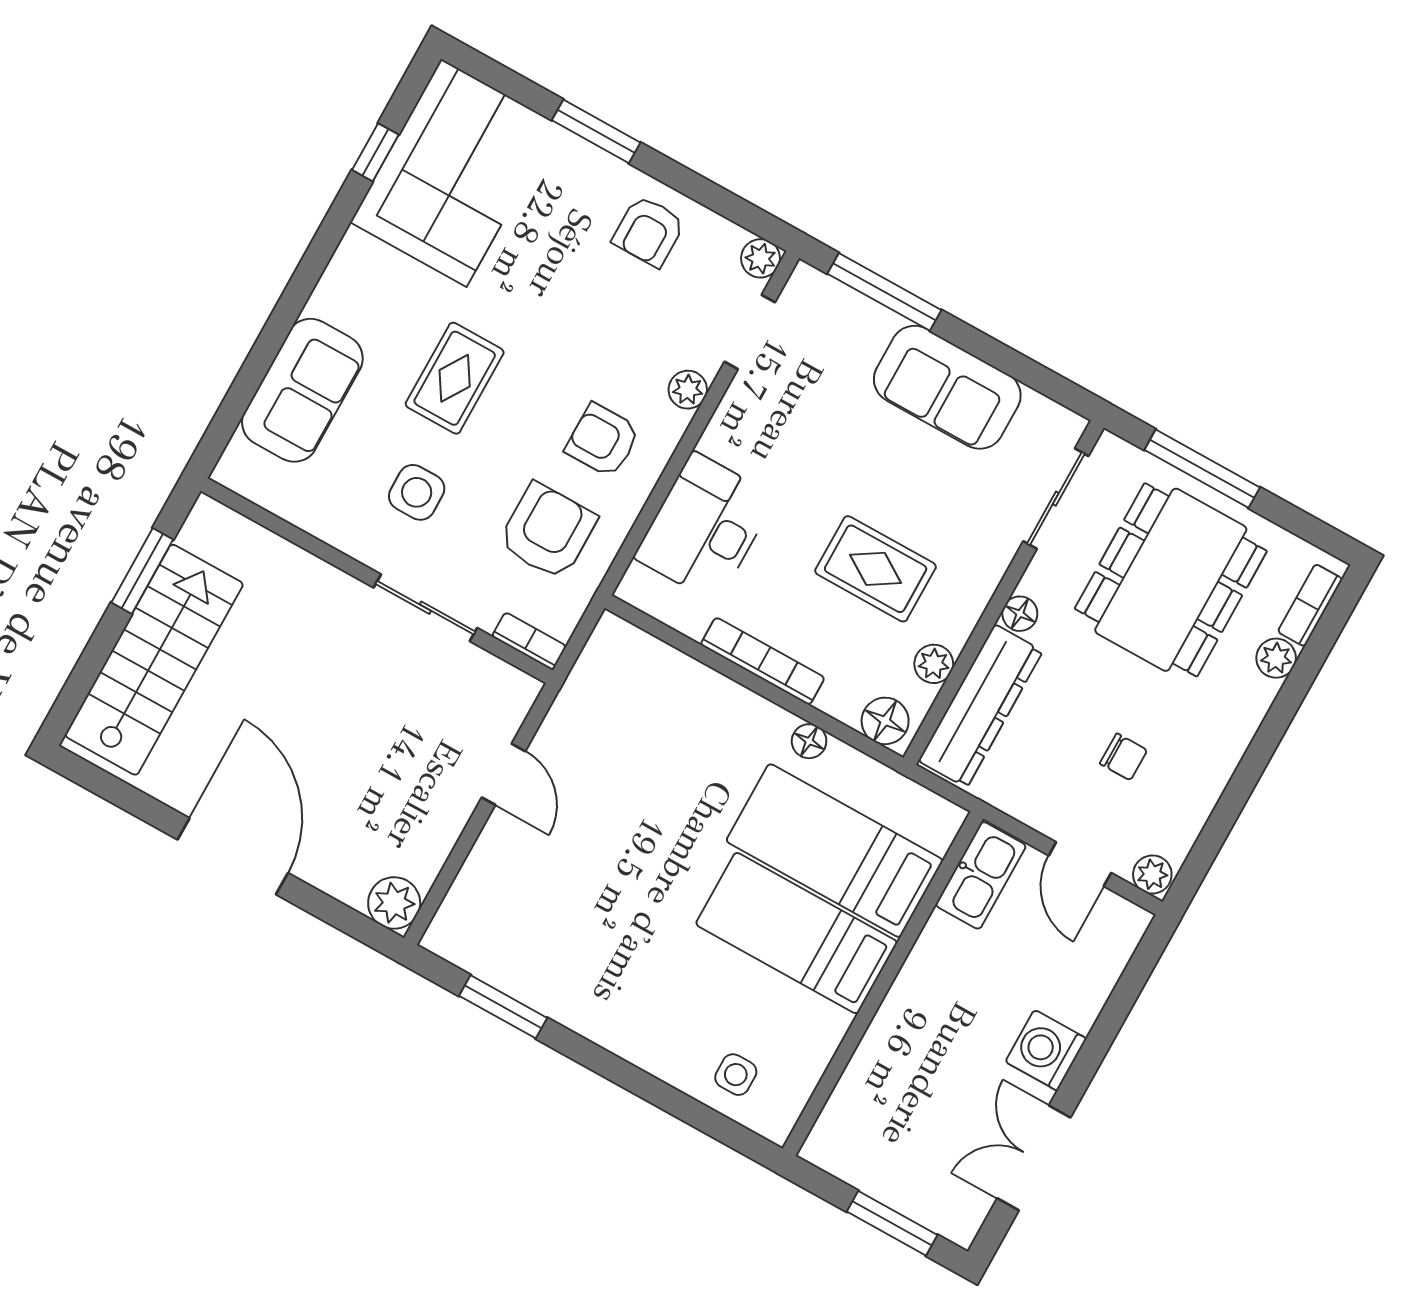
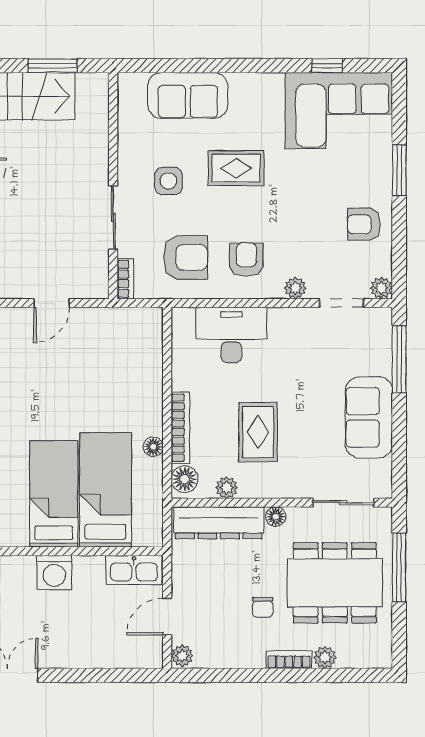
bookcase: (1310, 605) -> (289, 660), moved
bookcase: (763, 661) -> (180, 428), moved
chair: (1123, 757) -> (263, 607), moved
washing machine: (1046, 1050) -> (54, 573), moved, turned 180

